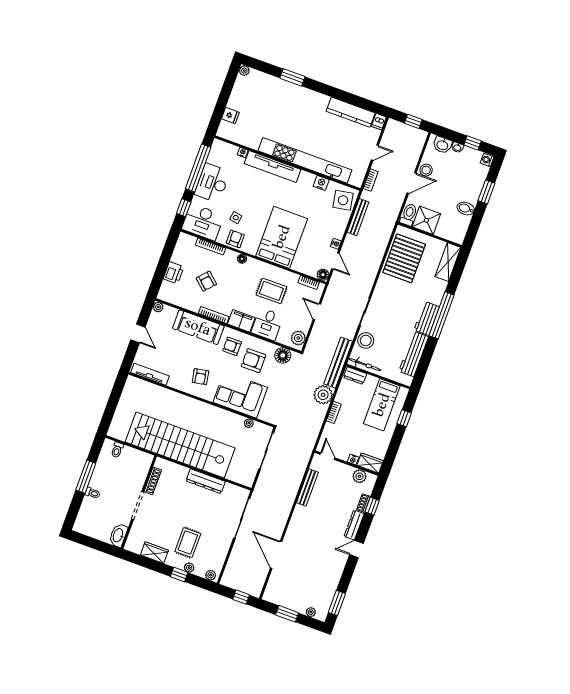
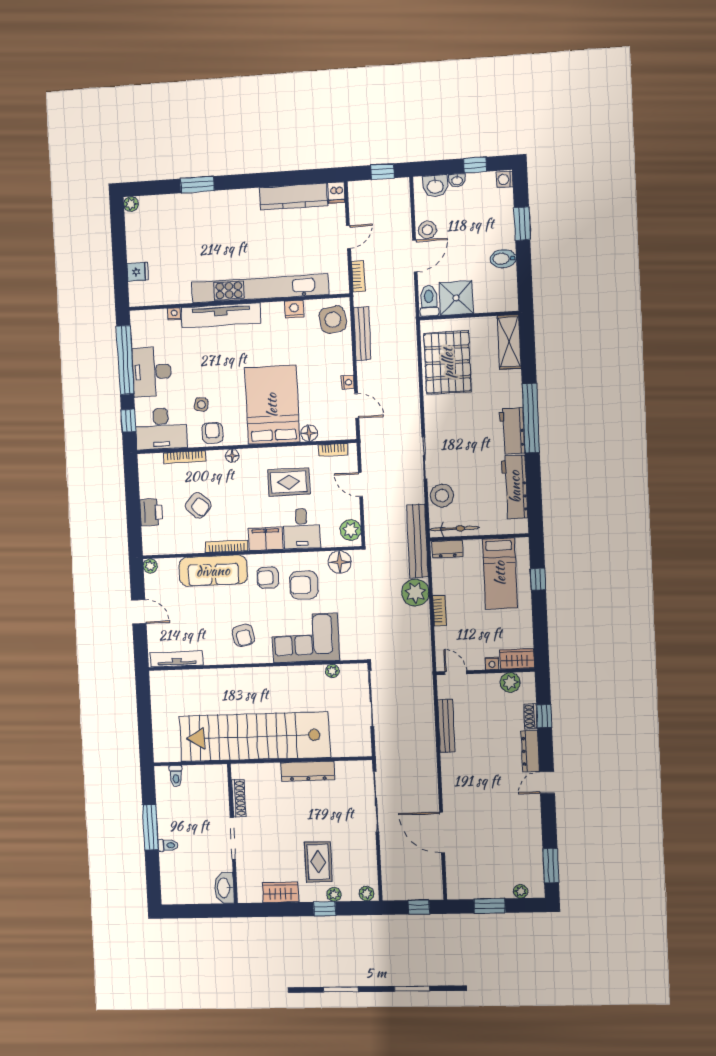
floor lamp: (323, 275) -> (309, 433), moved

